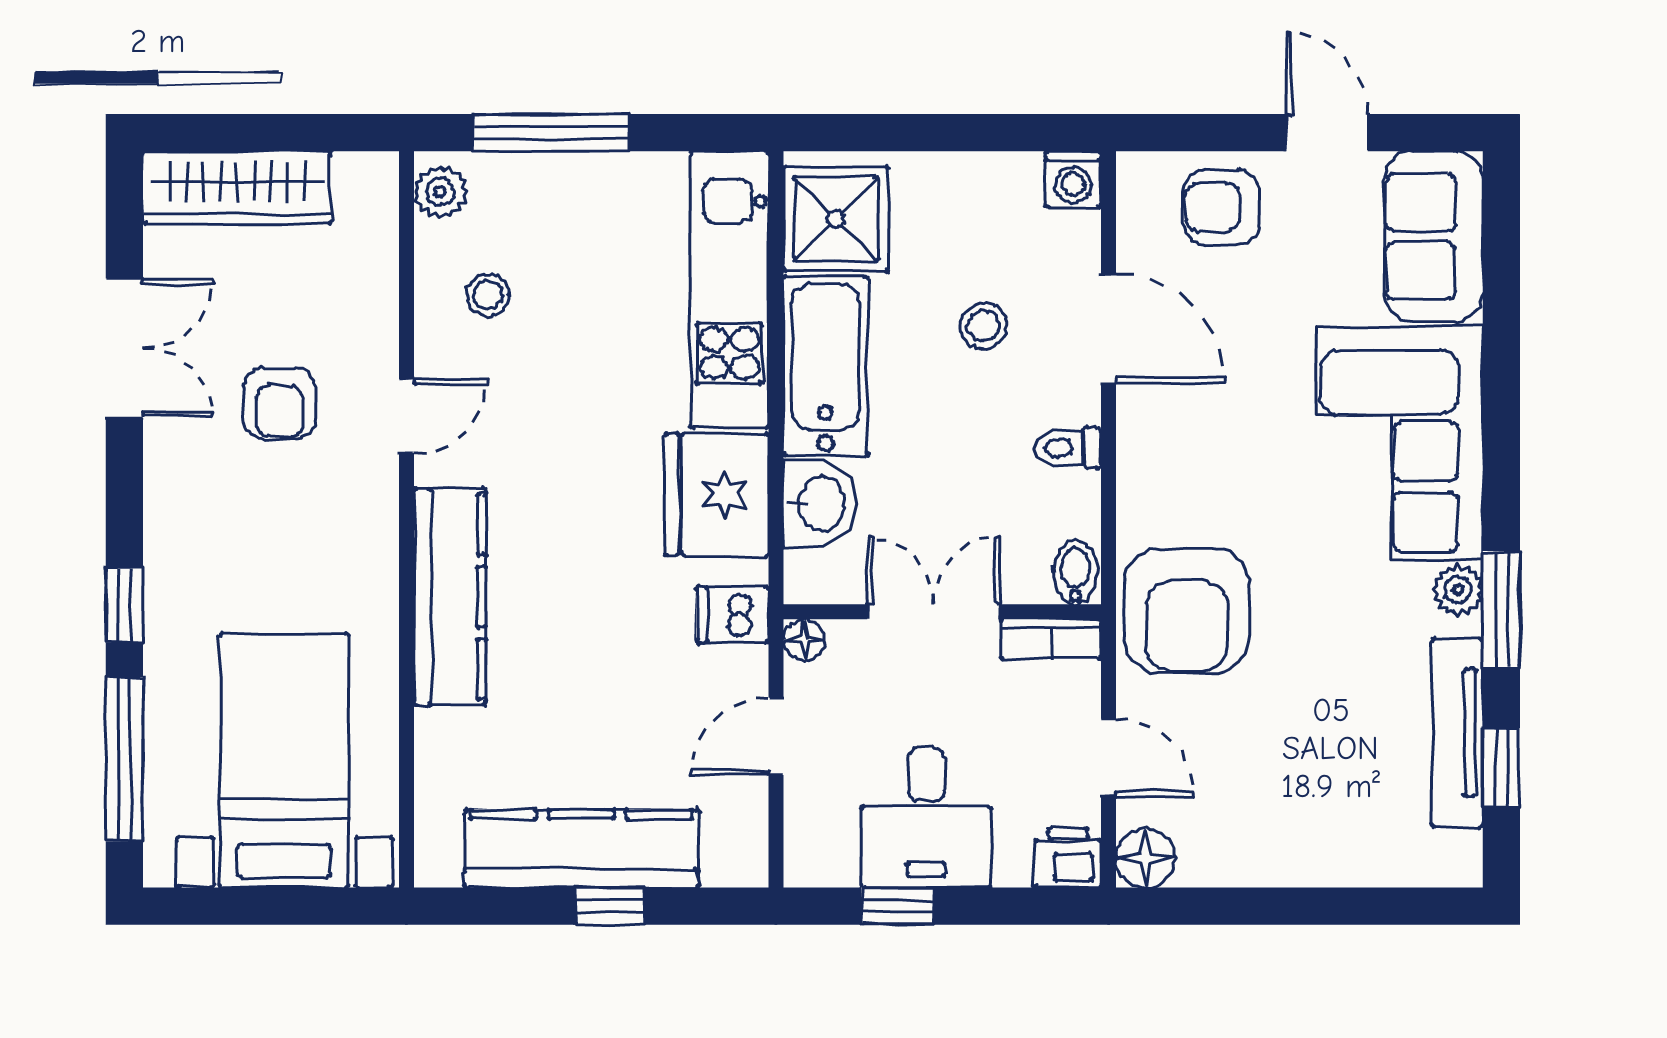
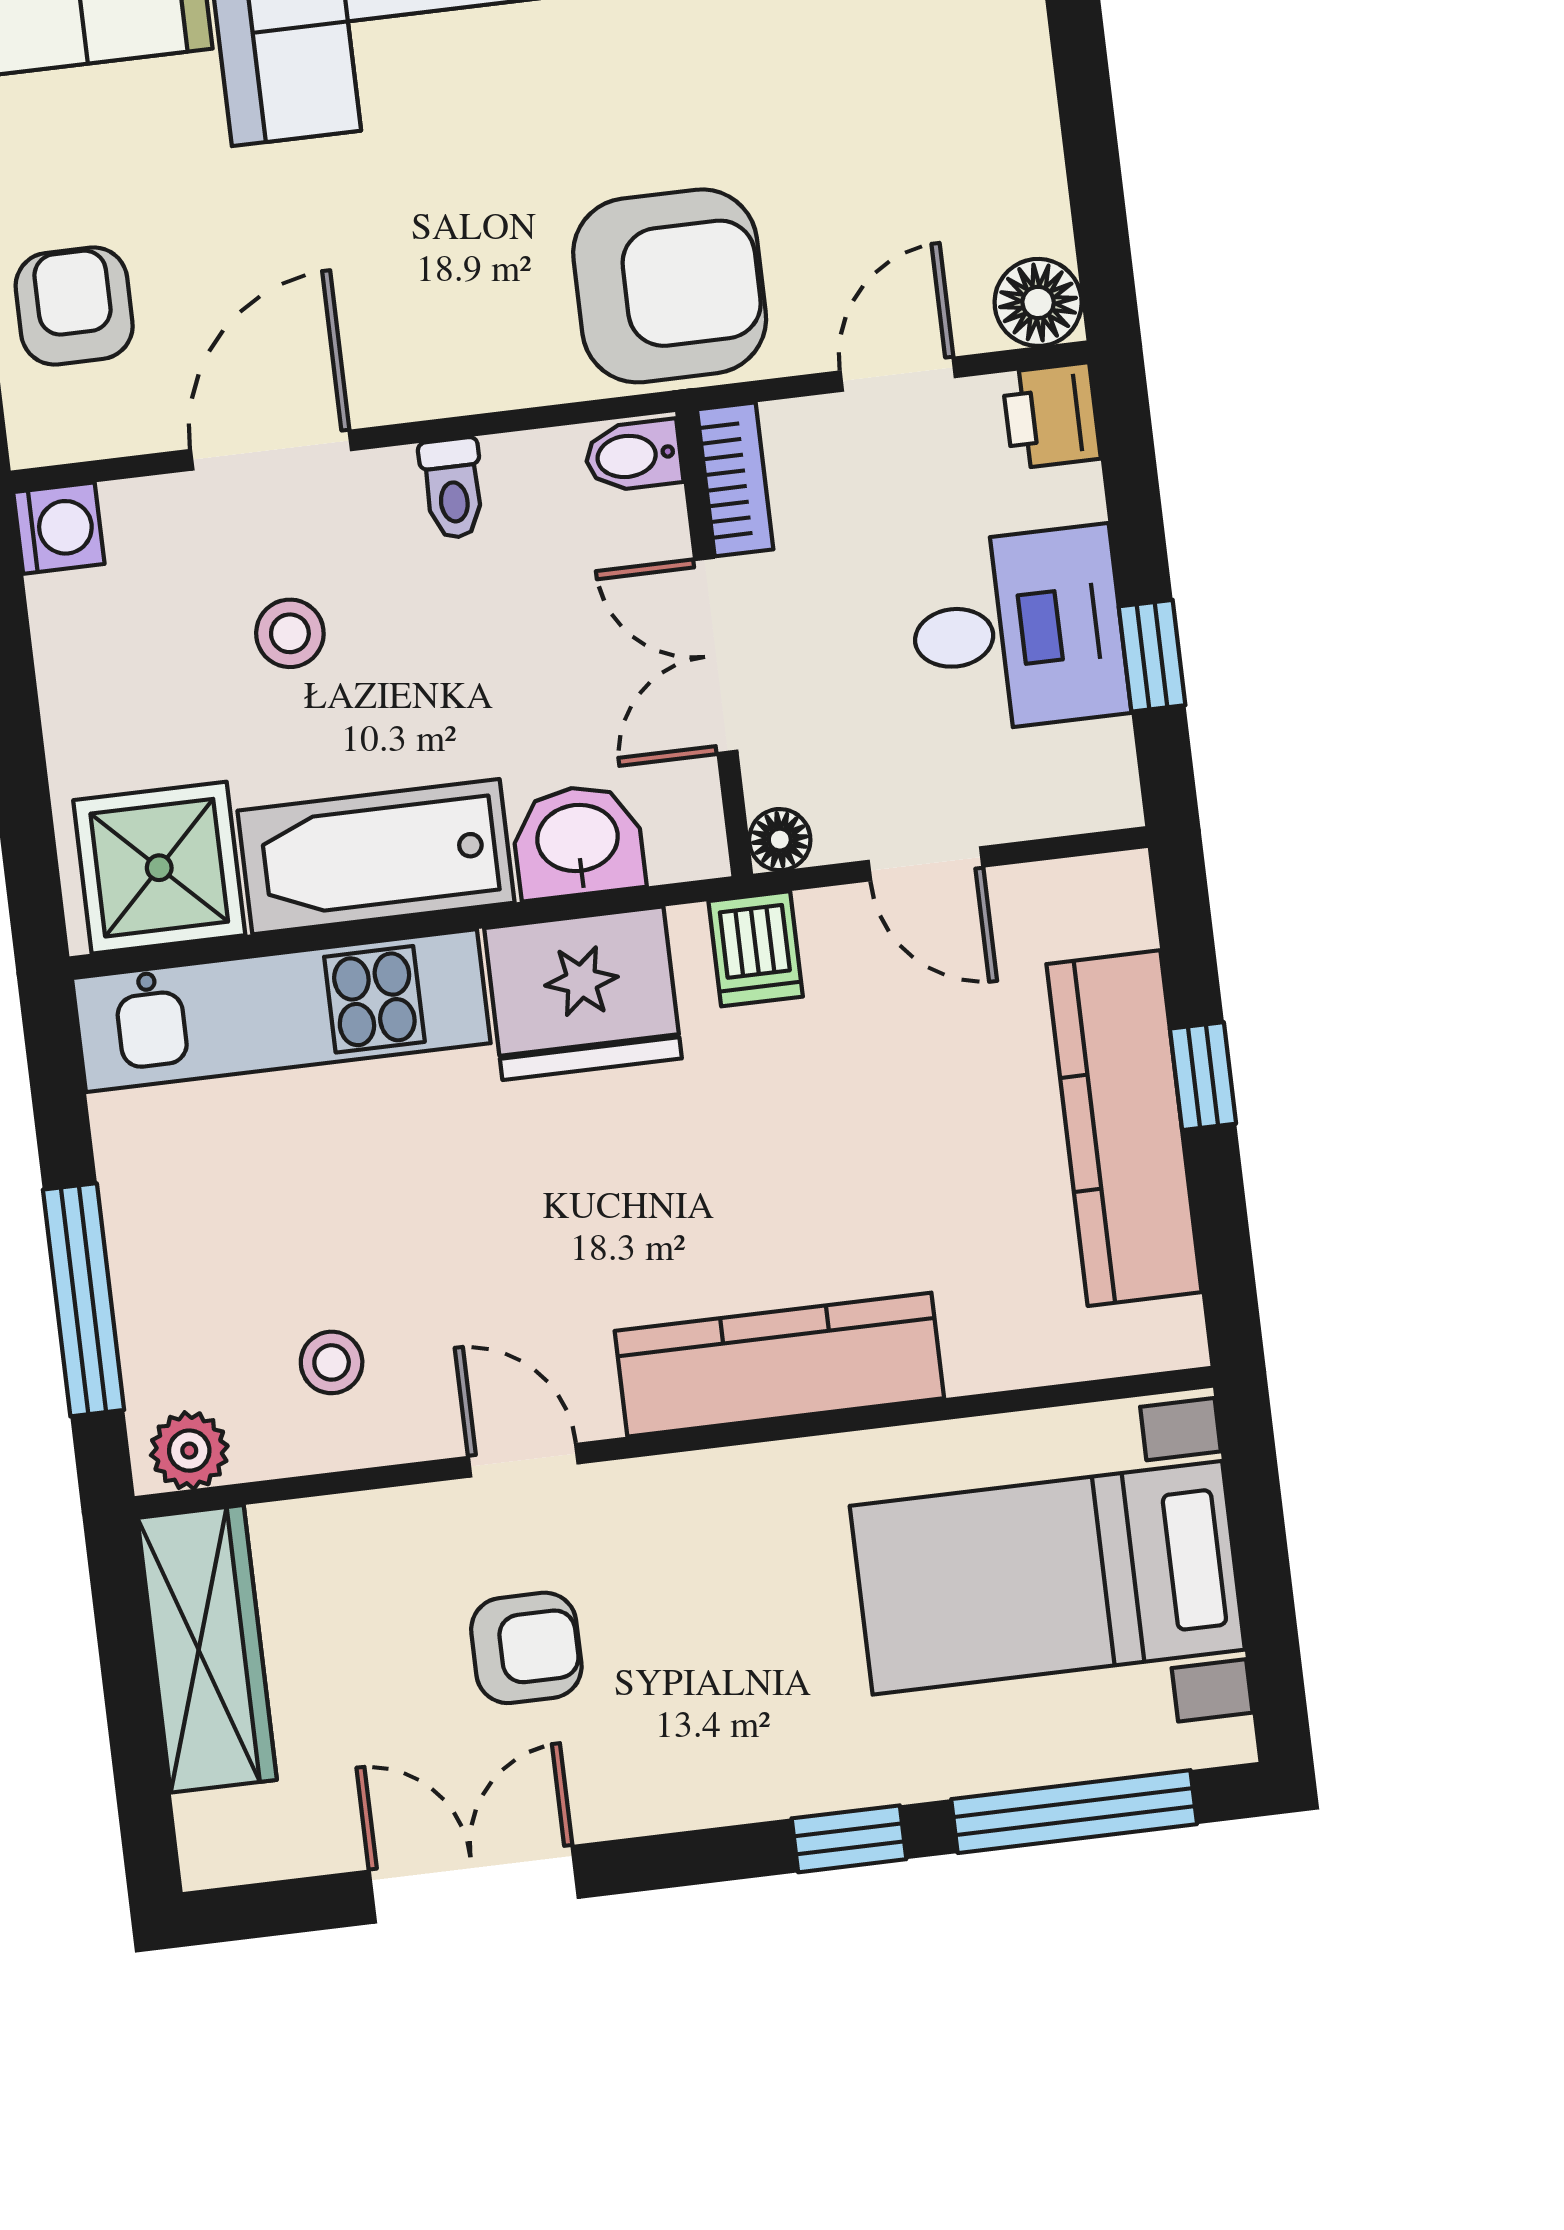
wardrobe: (237, 187) -> (207, 1649), moved
armchair: (1222, 207) -> (74, 306), turned 180

